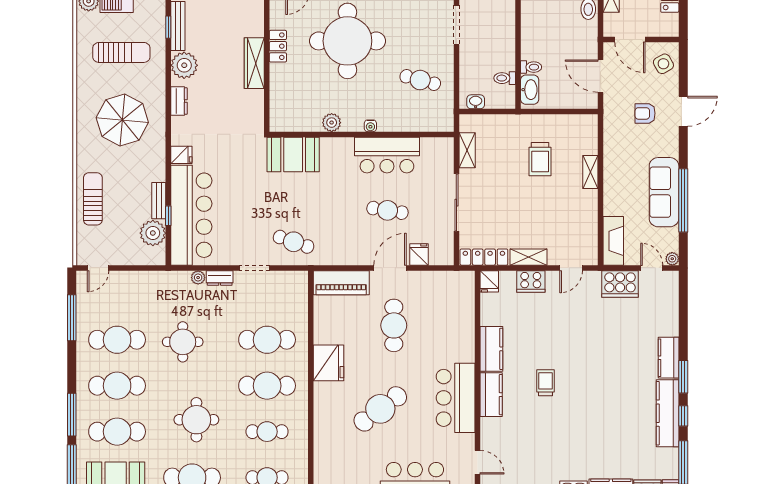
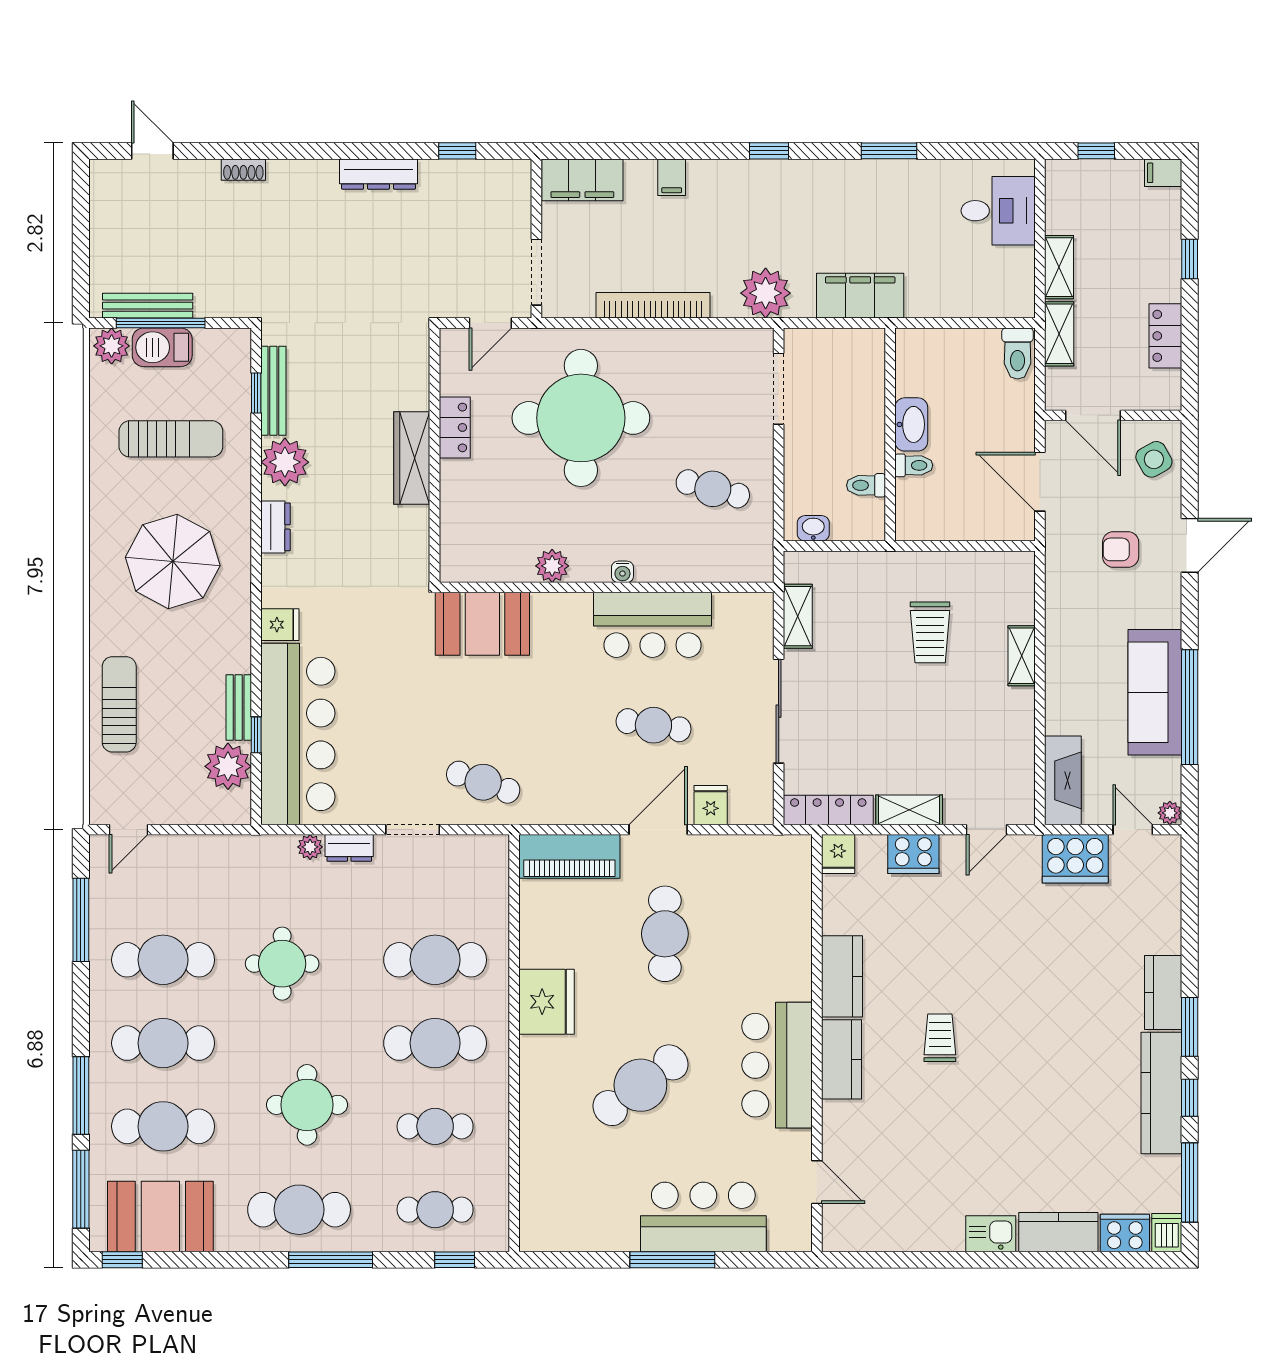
washbasin: (530, 90) -> (911, 424), moved

